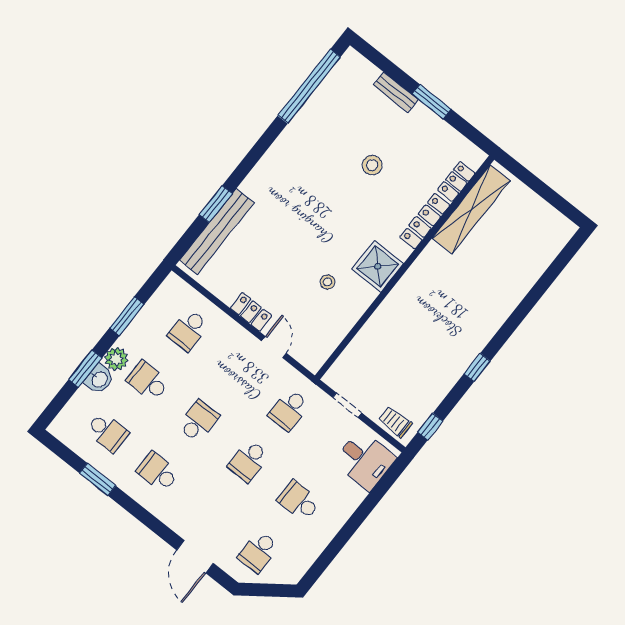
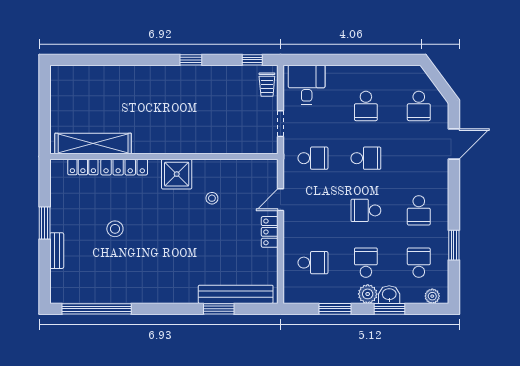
school desk: (148, 381) -> (366, 263), turned 180
plant: (65, 420) -> (432, 296), added
school desk: (258, 552) -> (419, 106), turned 90

